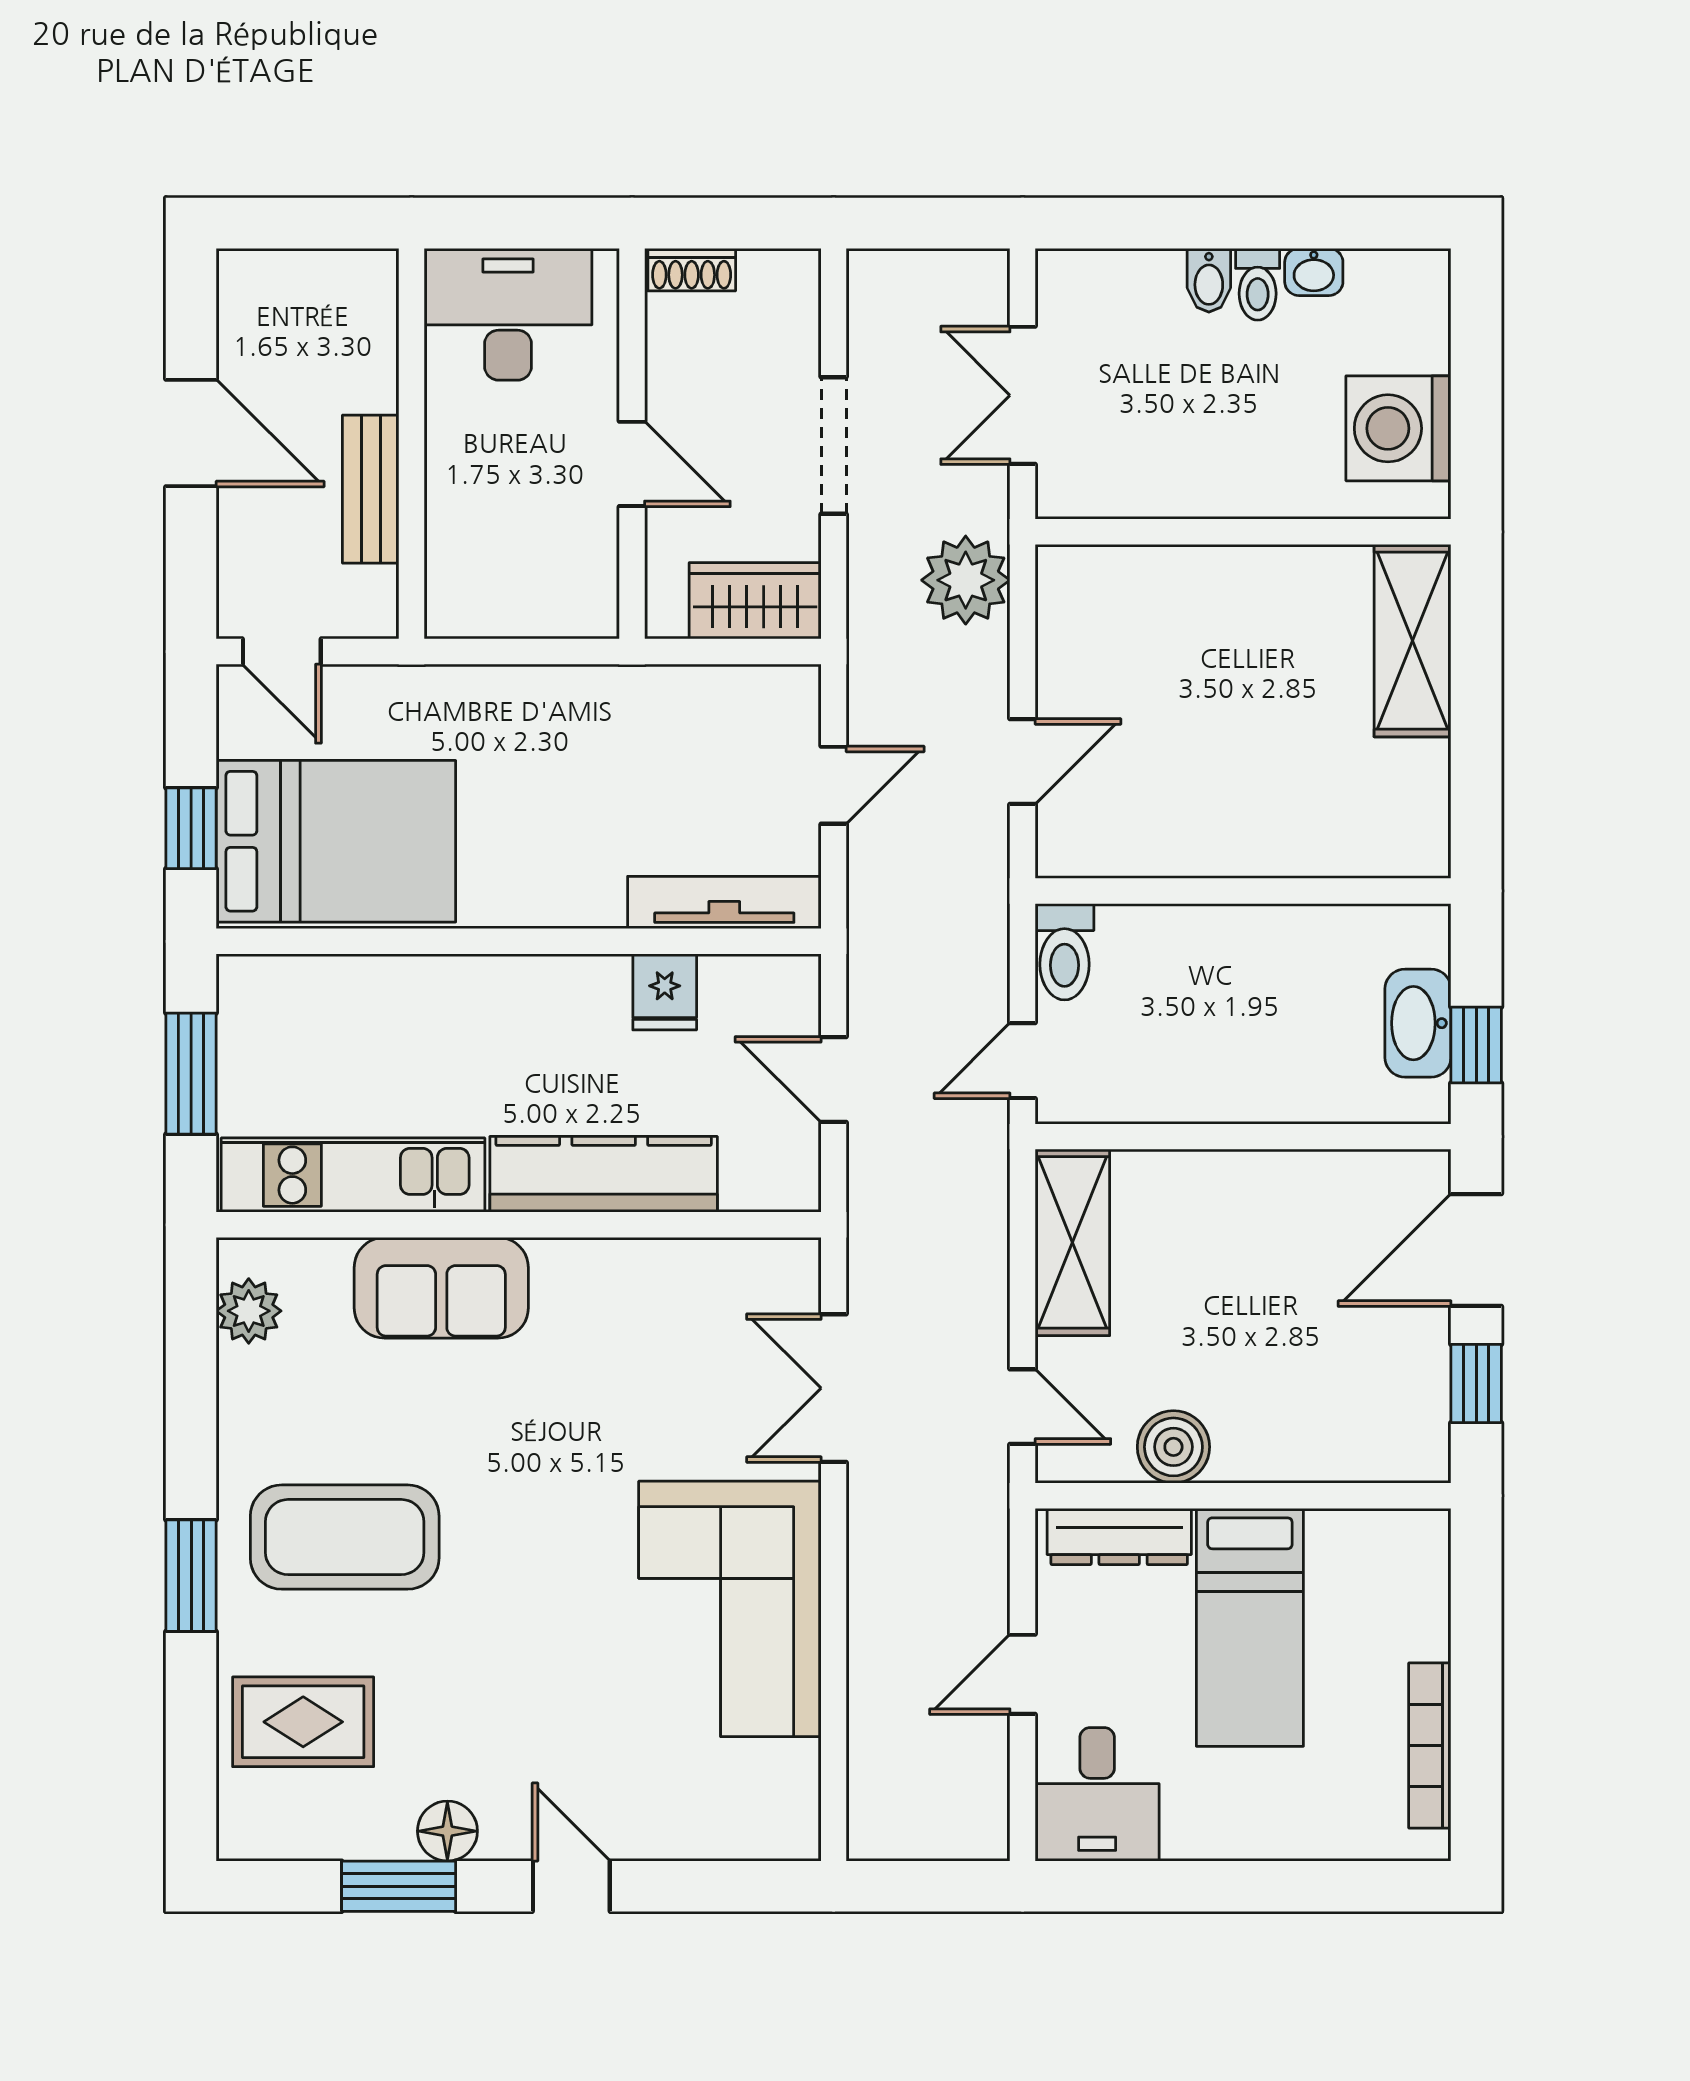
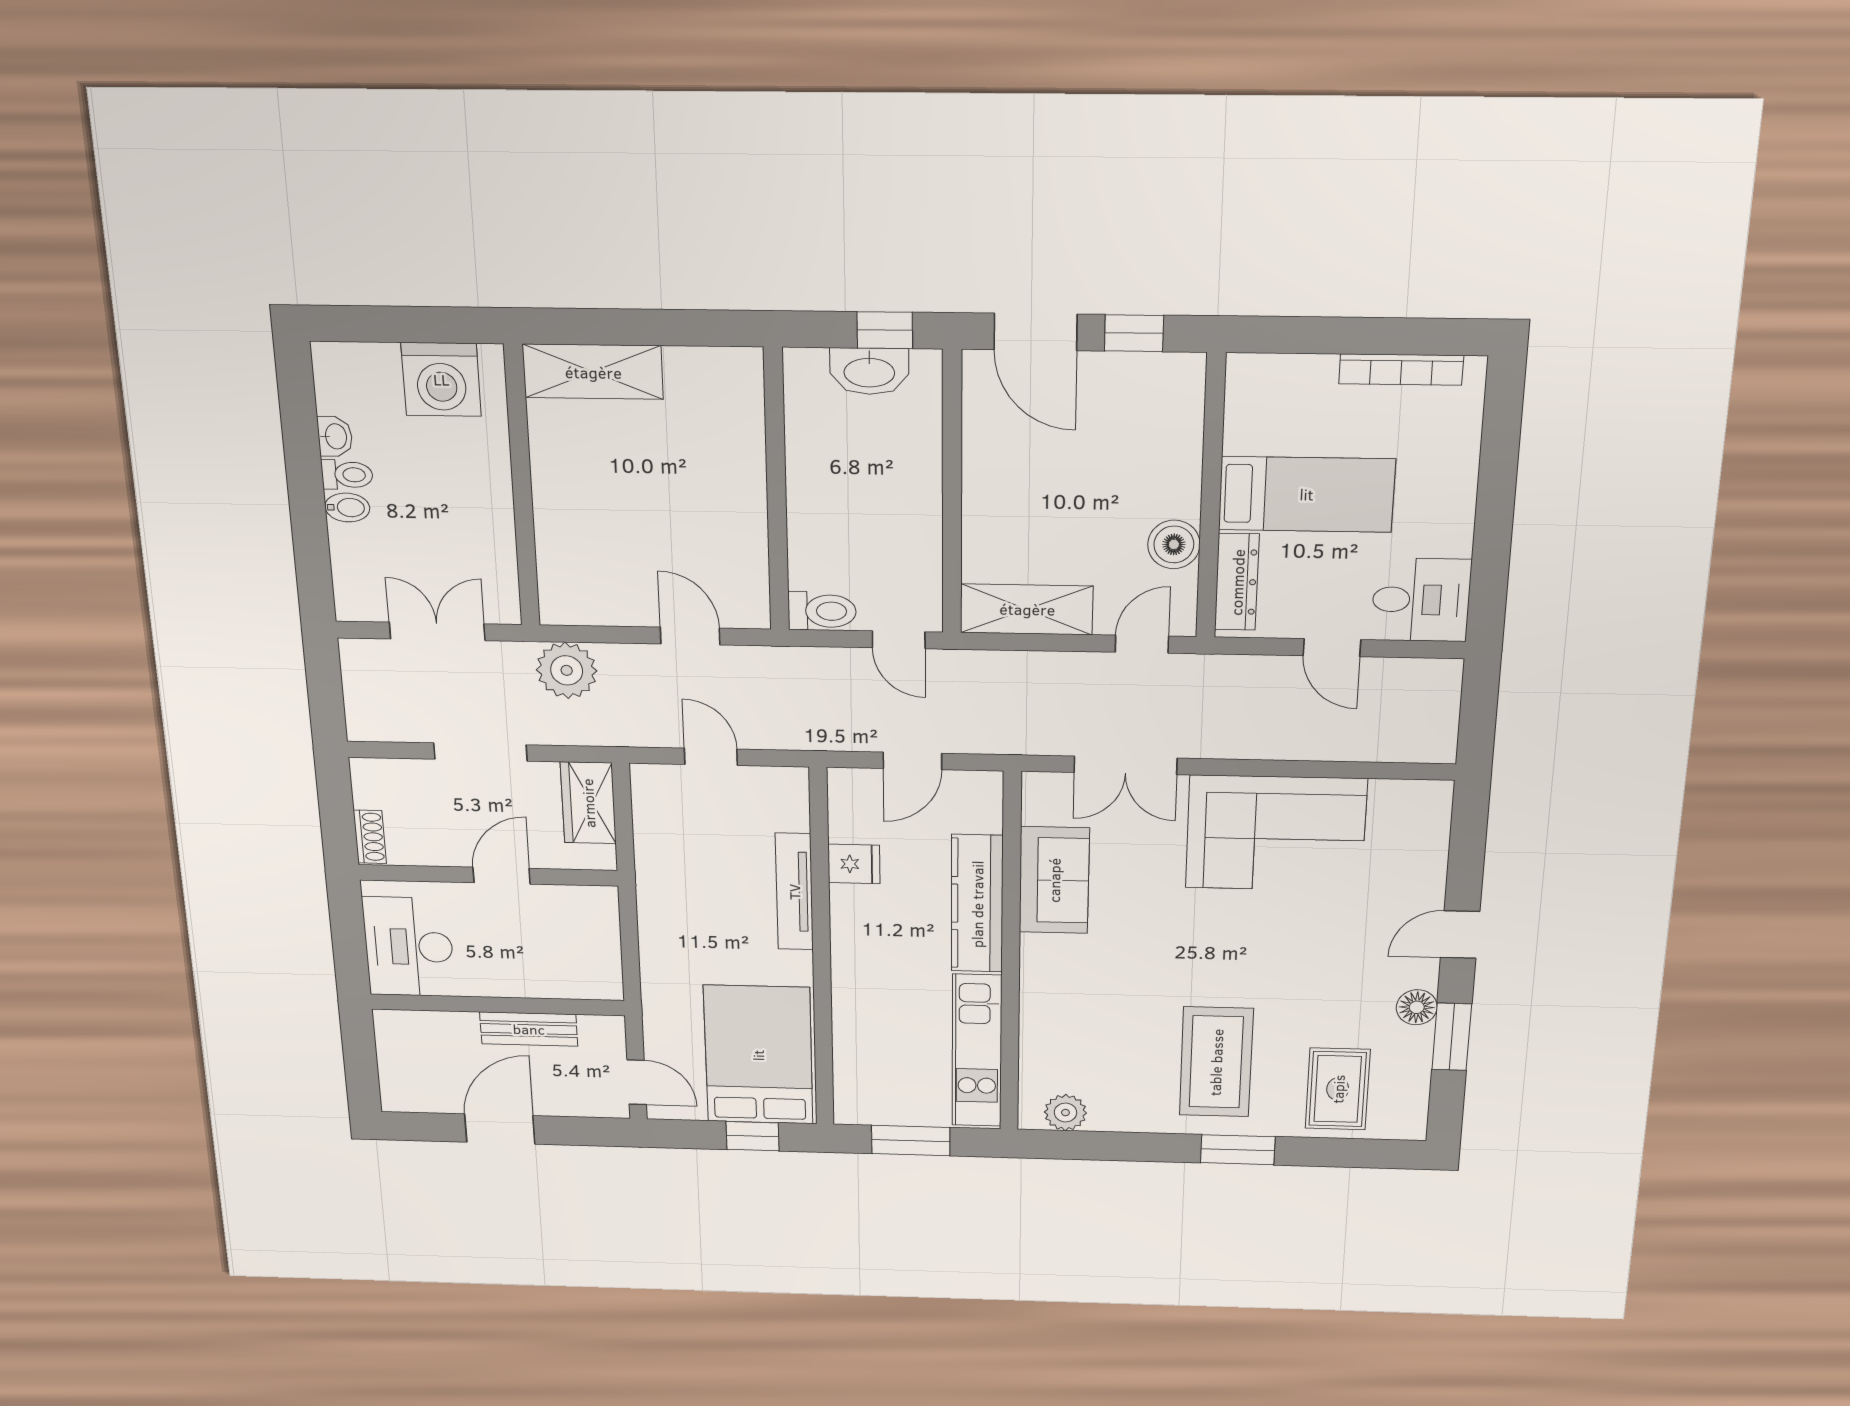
double door: (1023, 395) -> (437, 631), swing flipped
door: (282, 652) -> (637, 1082), hinge flipped
tv unit: (724, 903) -> (794, 892), moved
sofa: (441, 1288) -> (1054, 880), moved

